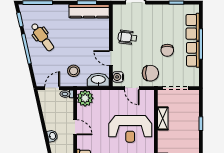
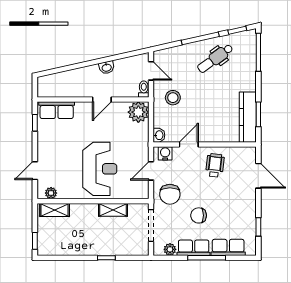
plant: (194, 73) -> (170, 249), added
washbasin: (98, 80) -> (159, 135), width x0.52, depth x0.69
reception desk: (130, 129) -> (100, 169), turned 180
washbasin: (52, 136) -> (107, 67), moved

